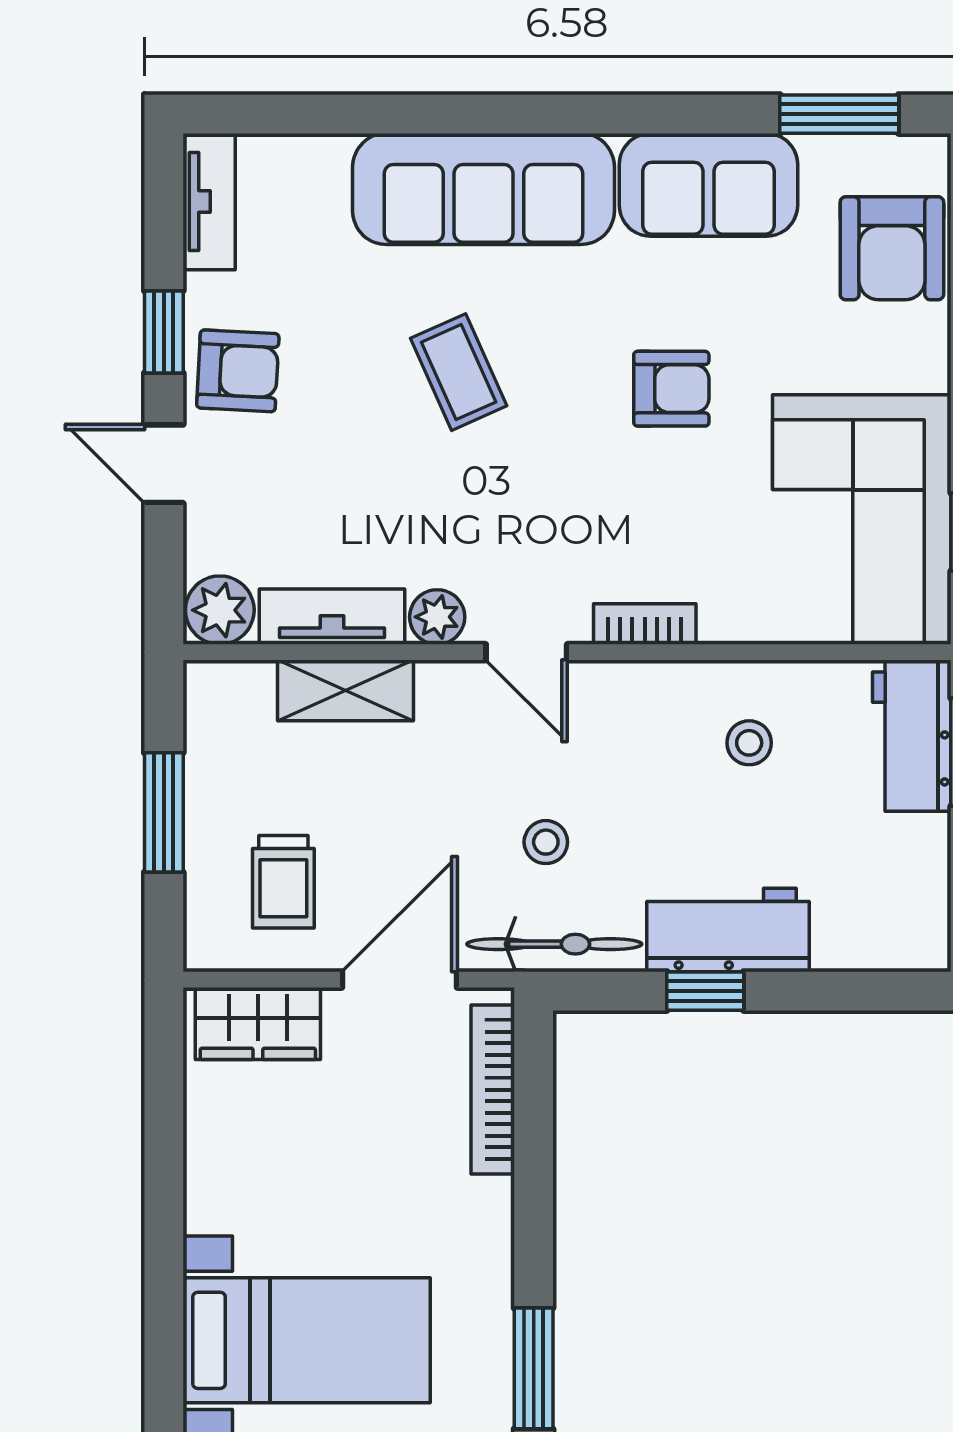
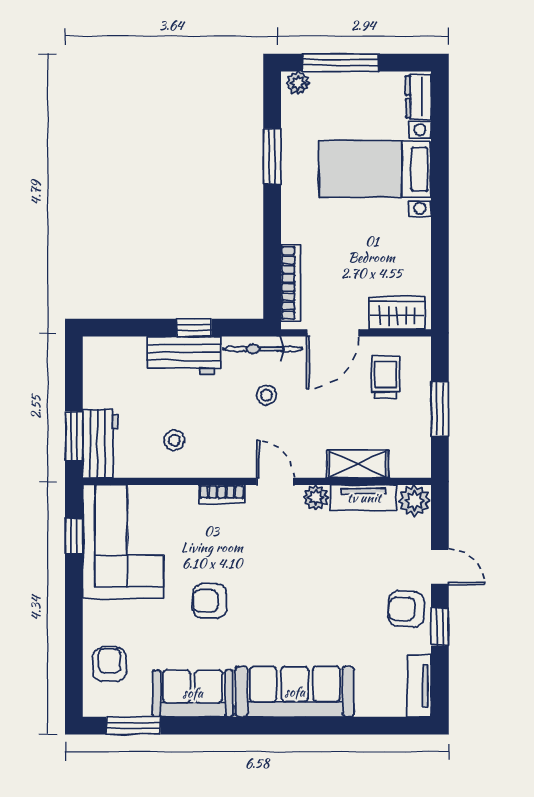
armchair: (892, 248) -> (109, 665), width x0.72, depth x0.72
coffee table: (459, 372) -> (306, 609), removed

